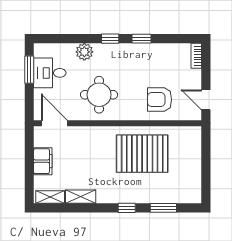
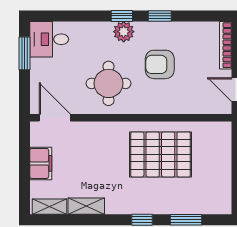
plant: (84, 52) -> (124, 32), moved
bookcase: (196, 56) -> (226, 45), width x1.56
desk: (50, 73) -> (49, 39), moved
armchair: (160, 100) -> (160, 64), moved

